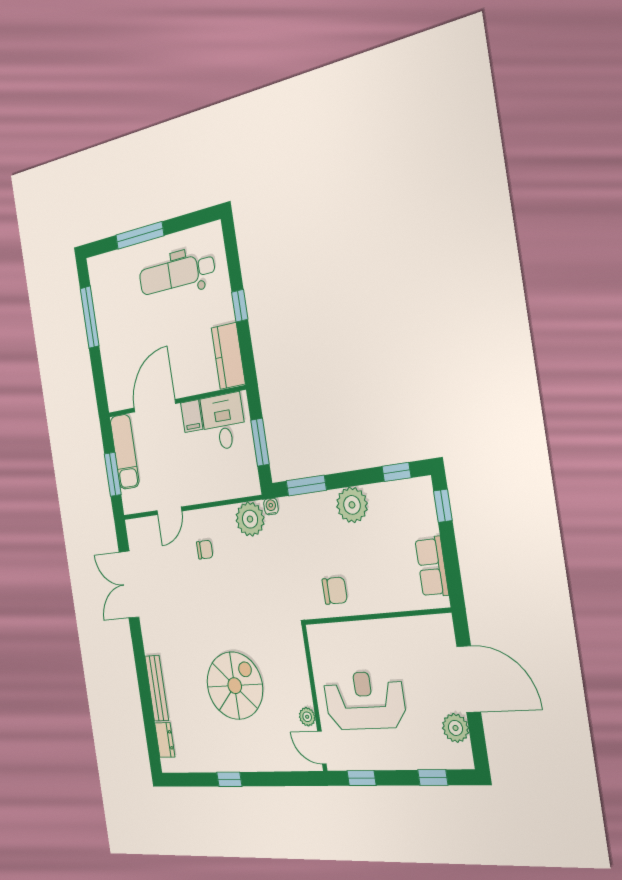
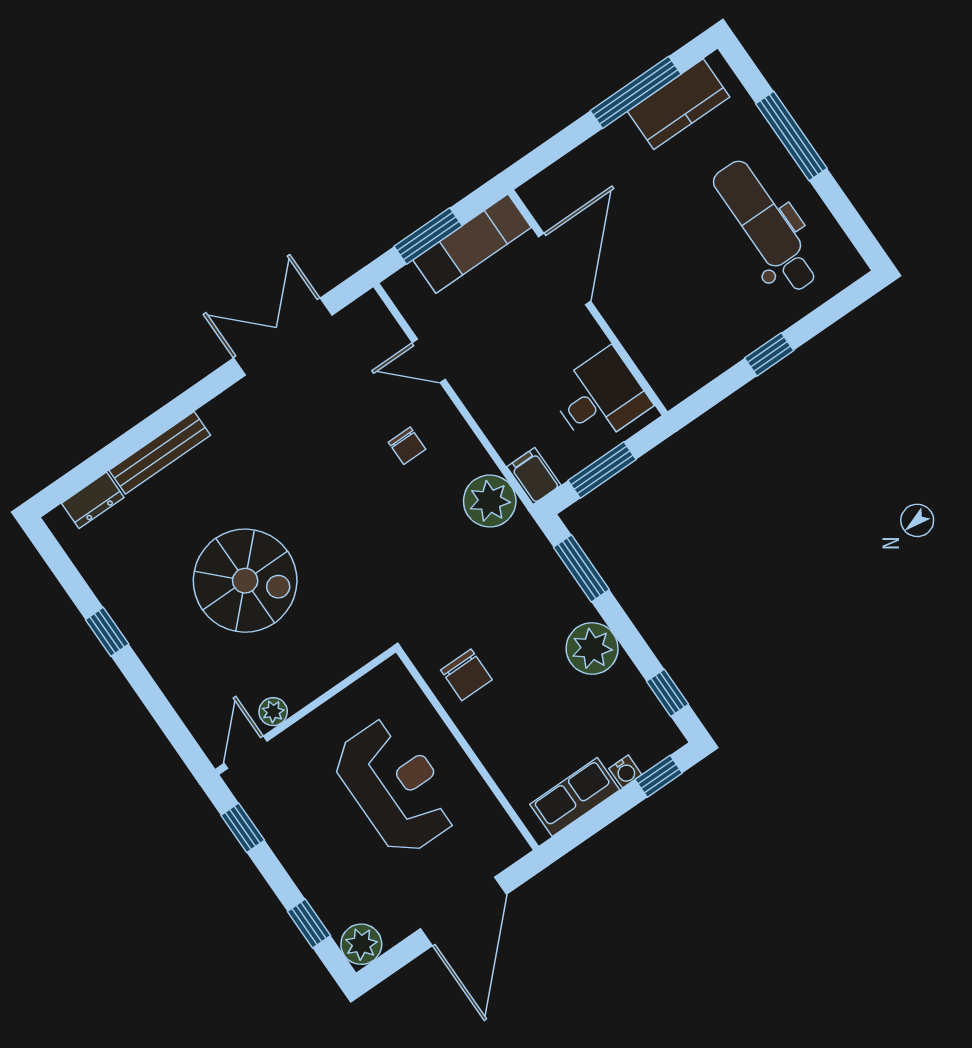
kitchen counter: (228, 356) -> (678, 104), moved, turned 180
door: (155, 406) -> (565, 269), hinge flipped
filing cabinet: (192, 416) -> (534, 476), moved, turned 90
water cooler: (271, 506) -> (625, 772), moved, turned 90
reception desk: (364, 700) -> (396, 786), moved
plant: (455, 728) -> (361, 944), moved

